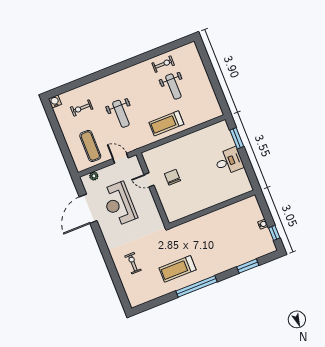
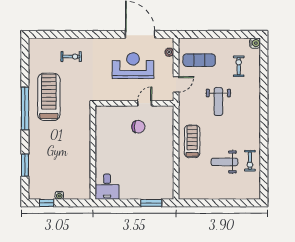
weight bench: (121, 114) -> (218, 102), turned -90
desk: (229, 161) -> (107, 187), moved
treadmill: (177, 269) -> (49, 97), width x1.37, depth x1.38

